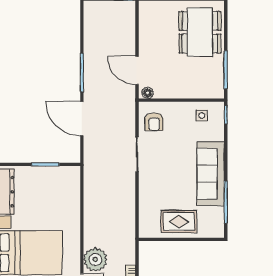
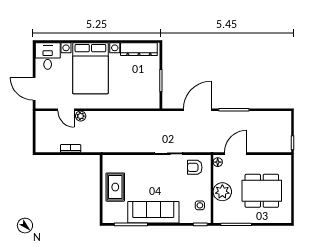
dining table: (200, 32) -> (262, 191), moved
plant: (185, 87) -> (222, 192), added
plant: (95, 260) -> (81, 116), width x0.53, depth x0.53

